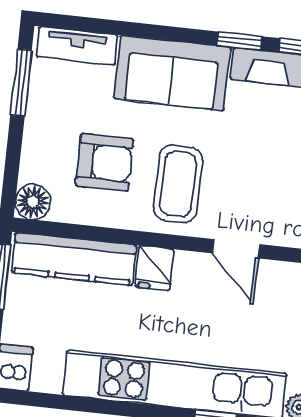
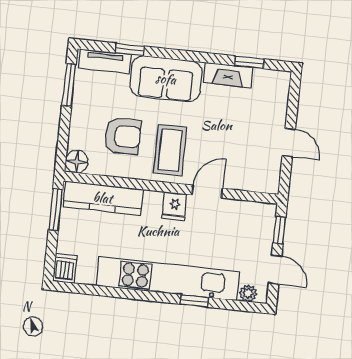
window: (239, 41) -> (130, 50), moved
door: (236, 249) -> (207, 192), swing flipped
fridge: (155, 268) -> (174, 206), moved

